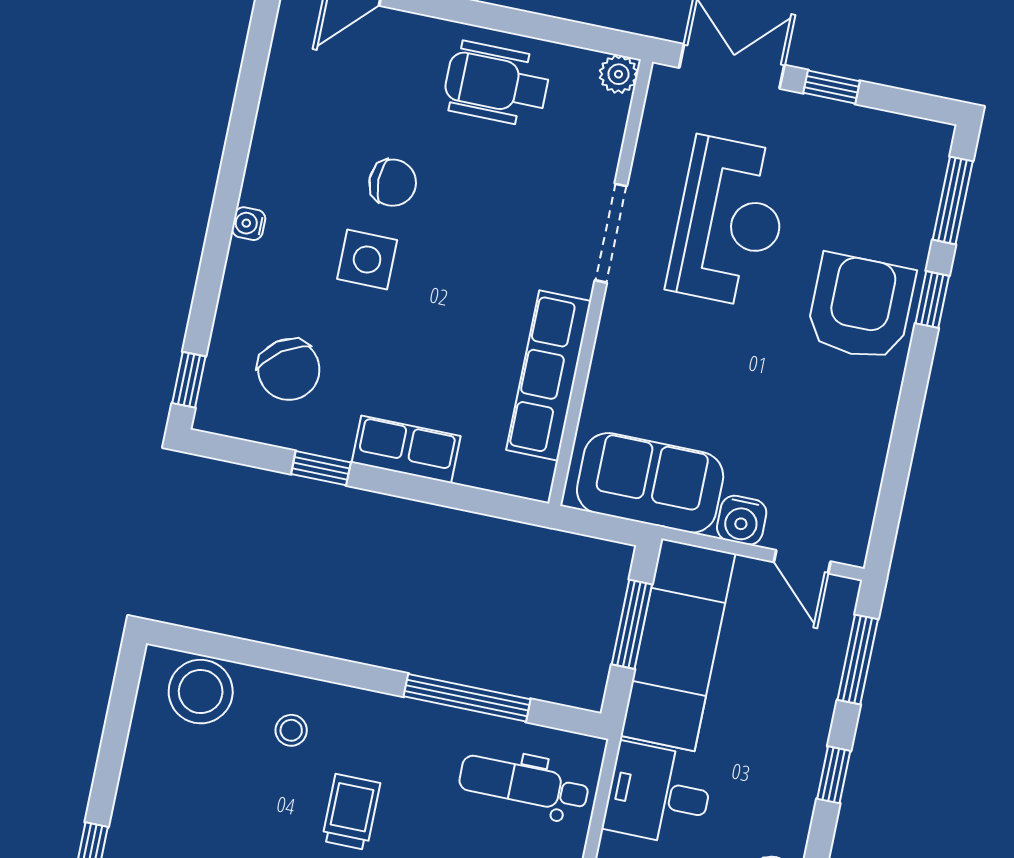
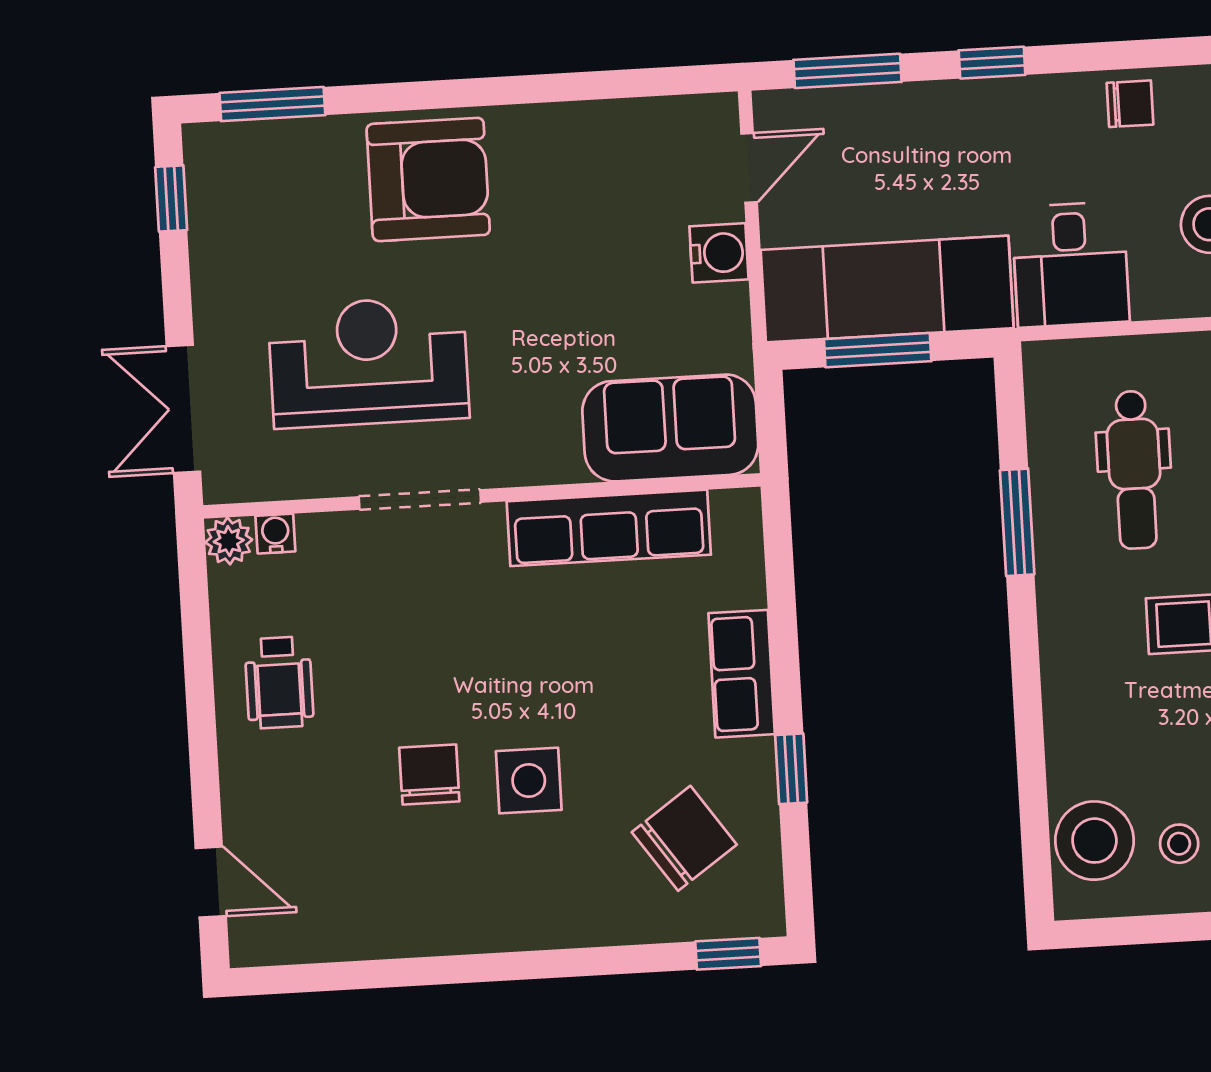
wheelchair: (497, 84) -> (279, 682), width x0.73, depth x0.73
window: (832, 87) -> (171, 199), moved
water cooler: (249, 224) -> (275, 534), moved, turned 180
window: (932, 300) -> (397, 97), removed
armchair: (861, 307) -> (428, 179), turned 180
sofa: (650, 483) -> (670, 428), moved, turned 90
window: (467, 698) -> (1017, 522), width x0.69
stool: (291, 730) -> (1179, 844), moved
dental chair: (524, 784) -> (1134, 470), moved

